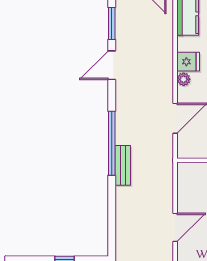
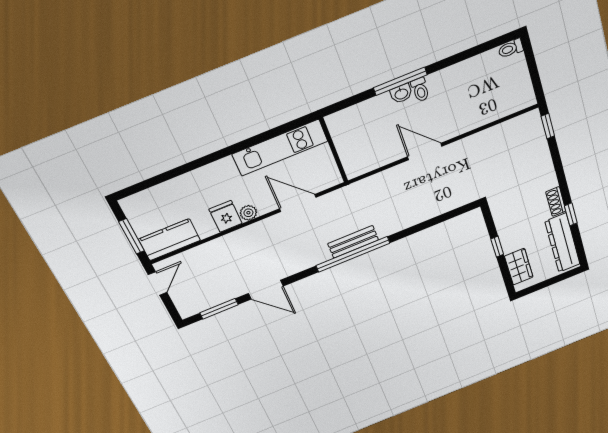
bench: (123, 165) -> (353, 242), moved

